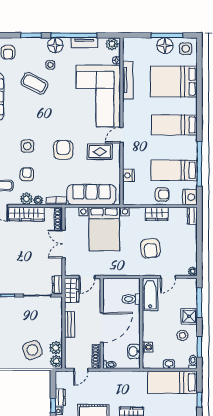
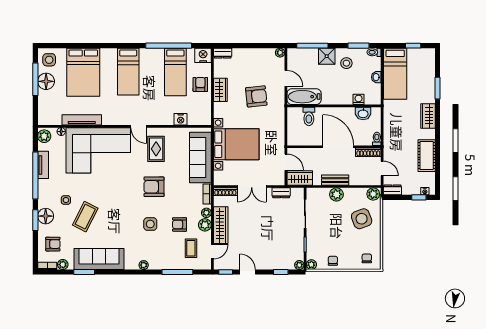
floor lamp: (55, 45) -> (46, 216), moved
dresser: (57, 284) -> (281, 193), moved
plant: (56, 348) -> (336, 194), moved
dresser: (60, 397) -> (392, 190), moved

